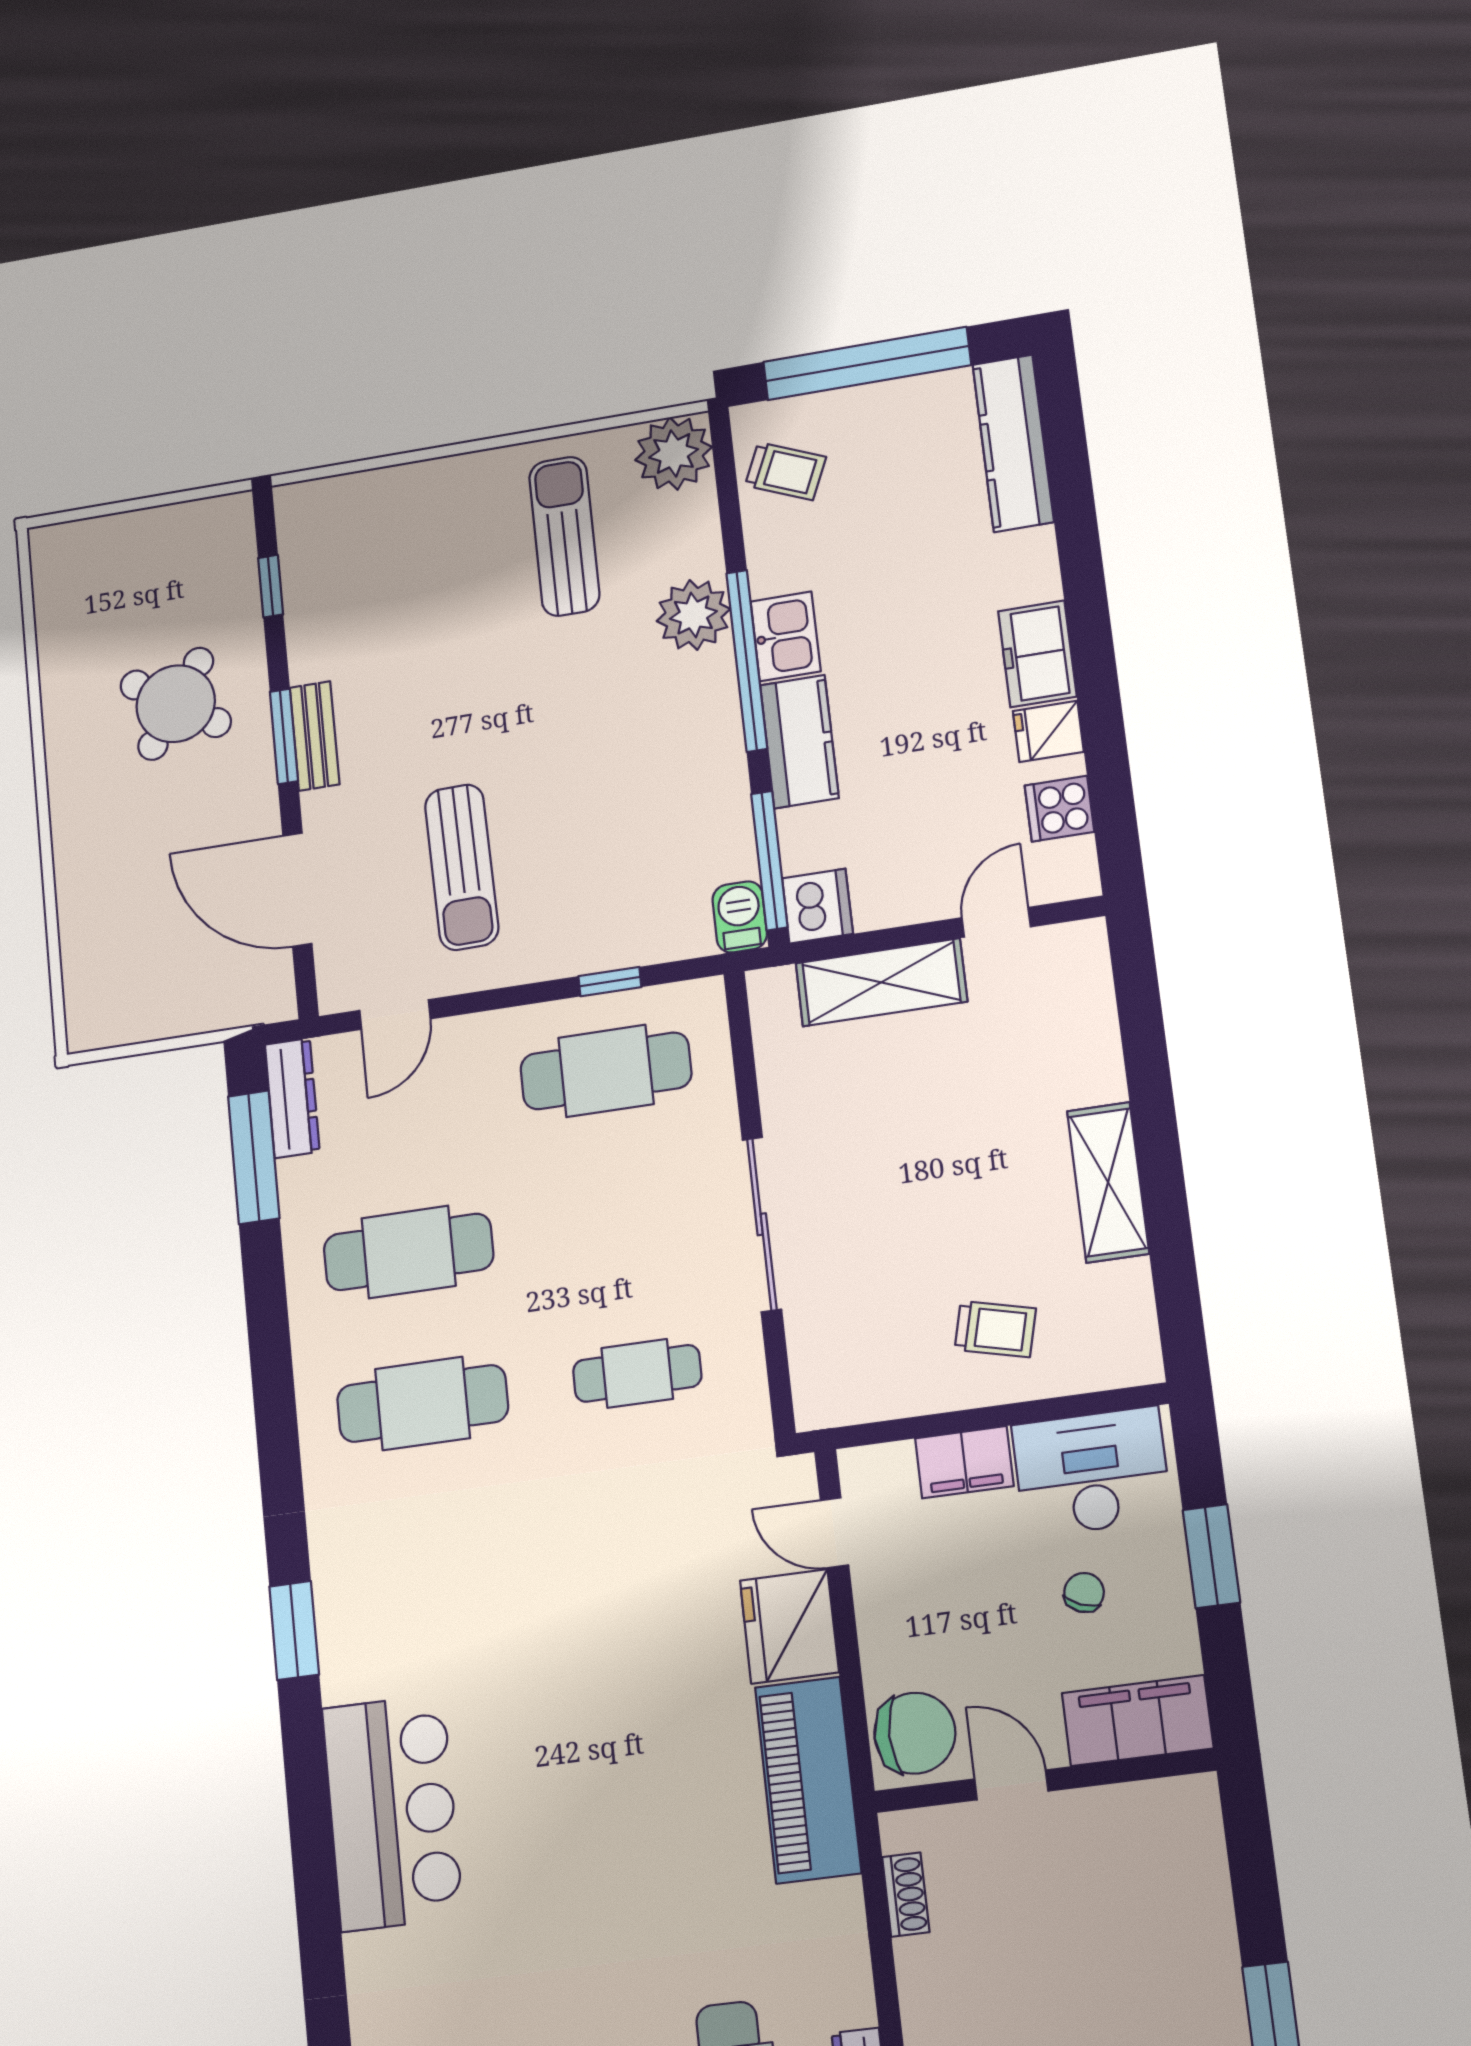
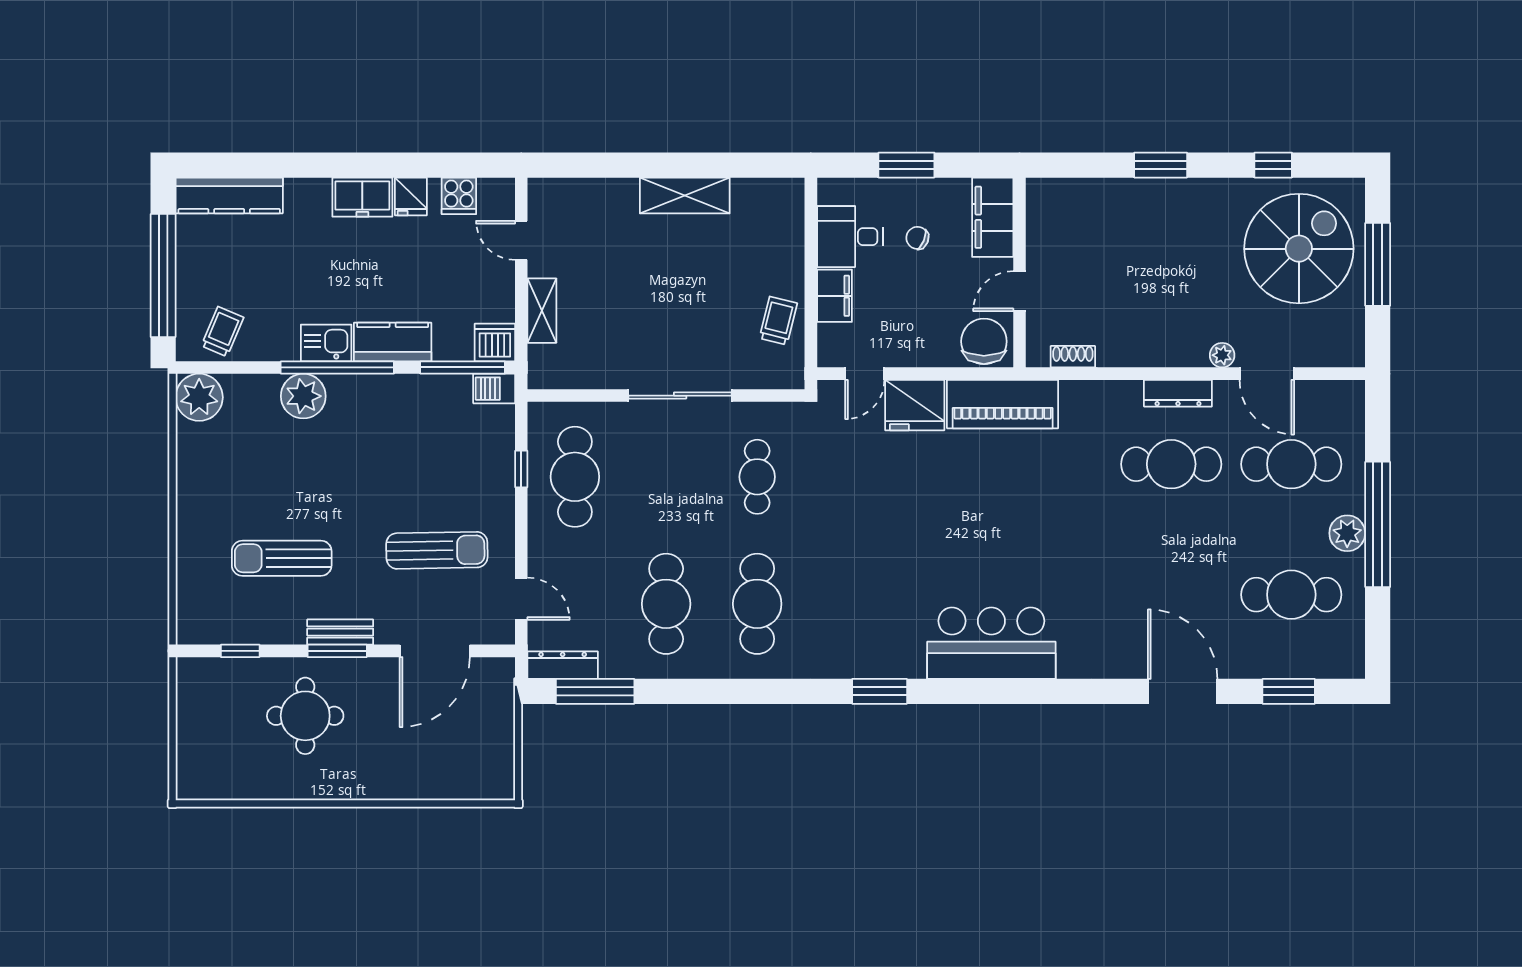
sun lounger: (564, 536) -> (282, 558), moved
round table: (176, 704) -> (305, 716), turned -34
shelving: (881, 982) -> (542, 311), width x0.67, depth x0.75
trolley: (995, 1329) -> (778, 321), moved
desk: (1092, 1472) -> (850, 237), width x0.73

